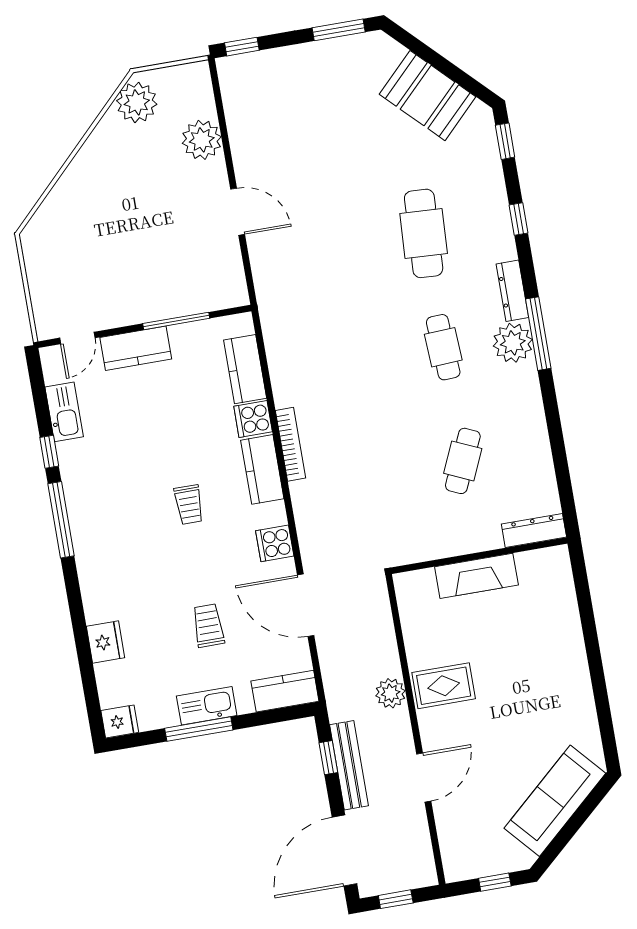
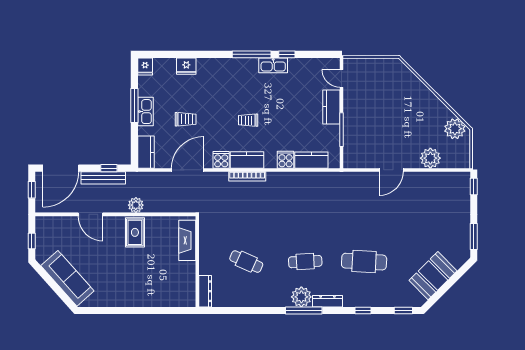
kitchen sink: (64, 412) -> (273, 65), moved
bookcase: (291, 444) -> (247, 176), moved
kitchen counter: (262, 469) -> (247, 160), moved
fireplace: (476, 576) -> (187, 240), moved
door: (344, 851) -> (61, 168), swing flipped

